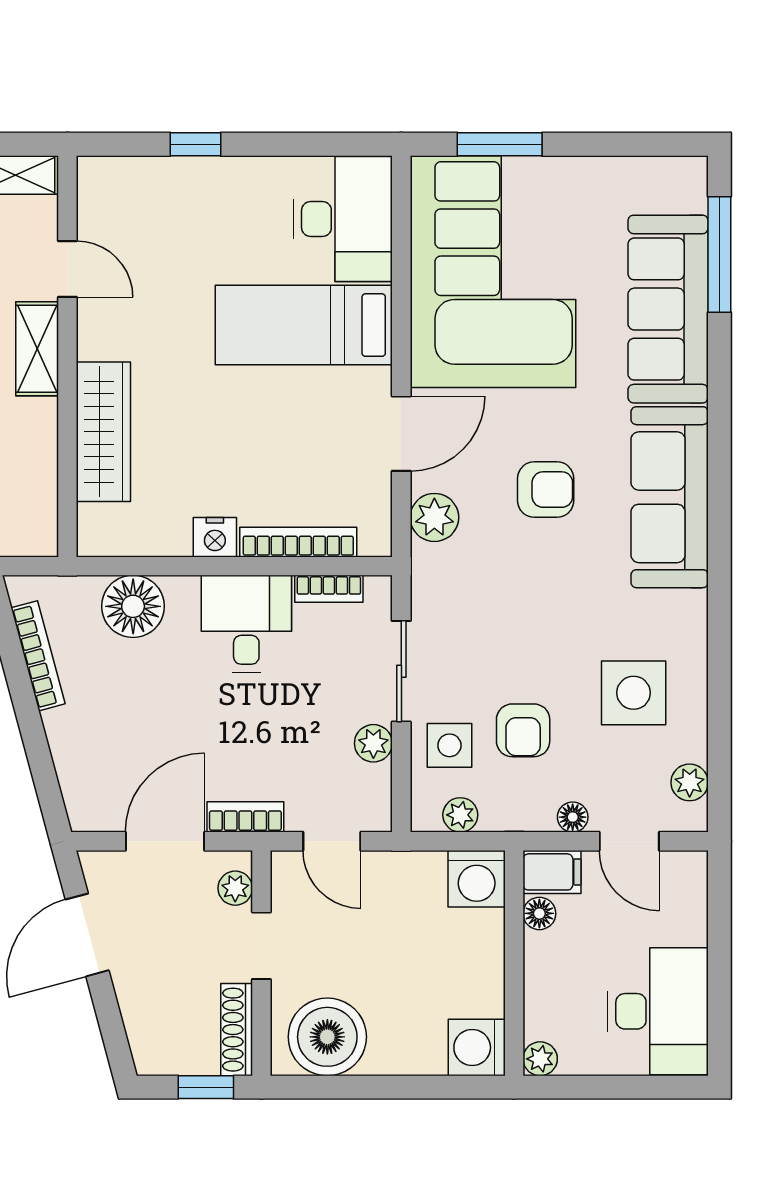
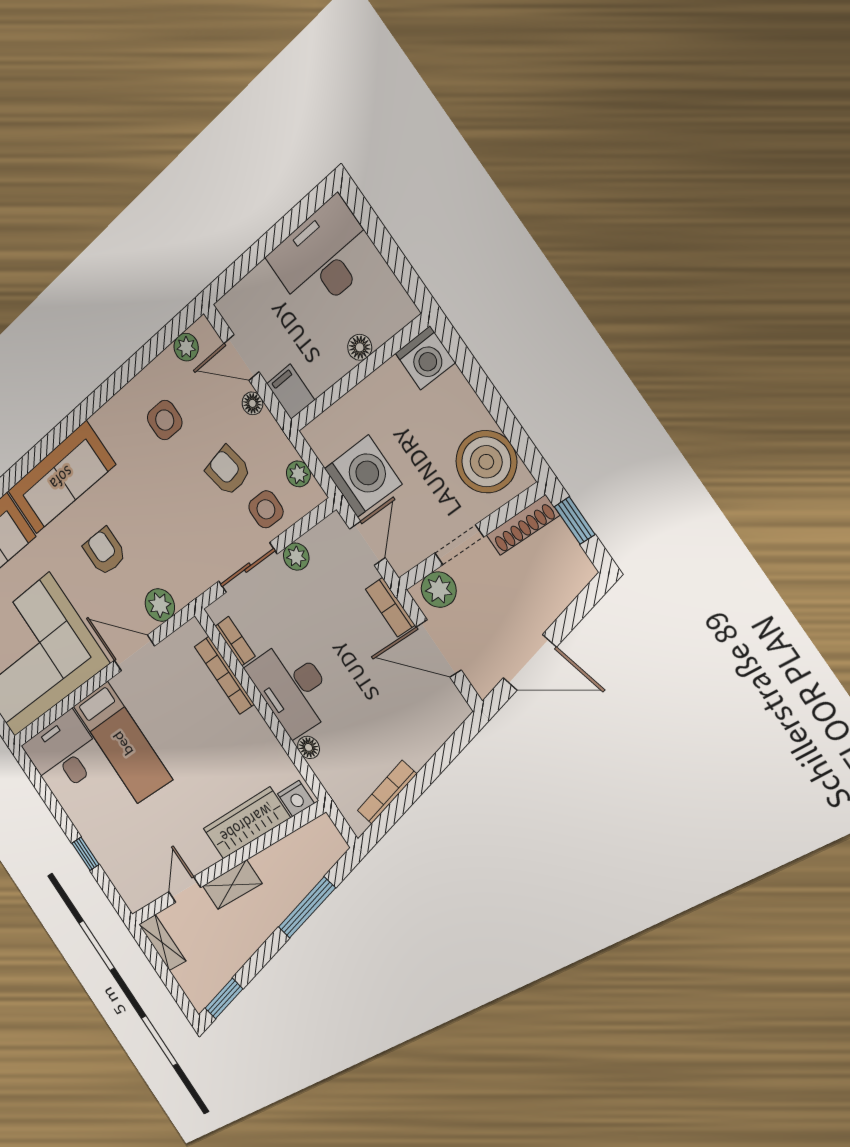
nightstand: (215, 537) -> (296, 799), moved, turned 90
floor lamp: (133, 606) -> (309, 747), width x0.53, depth x0.53
desk: (246, 624) -> (292, 688), width x1.37
side table: (634, 693) -> (165, 420), width x0.73, depth x0.73
armchair: (523, 730) -> (228, 471), turned -101
door: (629, 841) -> (241, 358), swing flipped
washing machine: (477, 879) -> (363, 476), moved, width x1.37, depth x1.37
plant: (235, 888) -> (439, 590), width x1.38, depth x1.38
floor lamp: (539, 913) -> (360, 347), moved
plant: (540, 1059) -> (403, 311), removed

